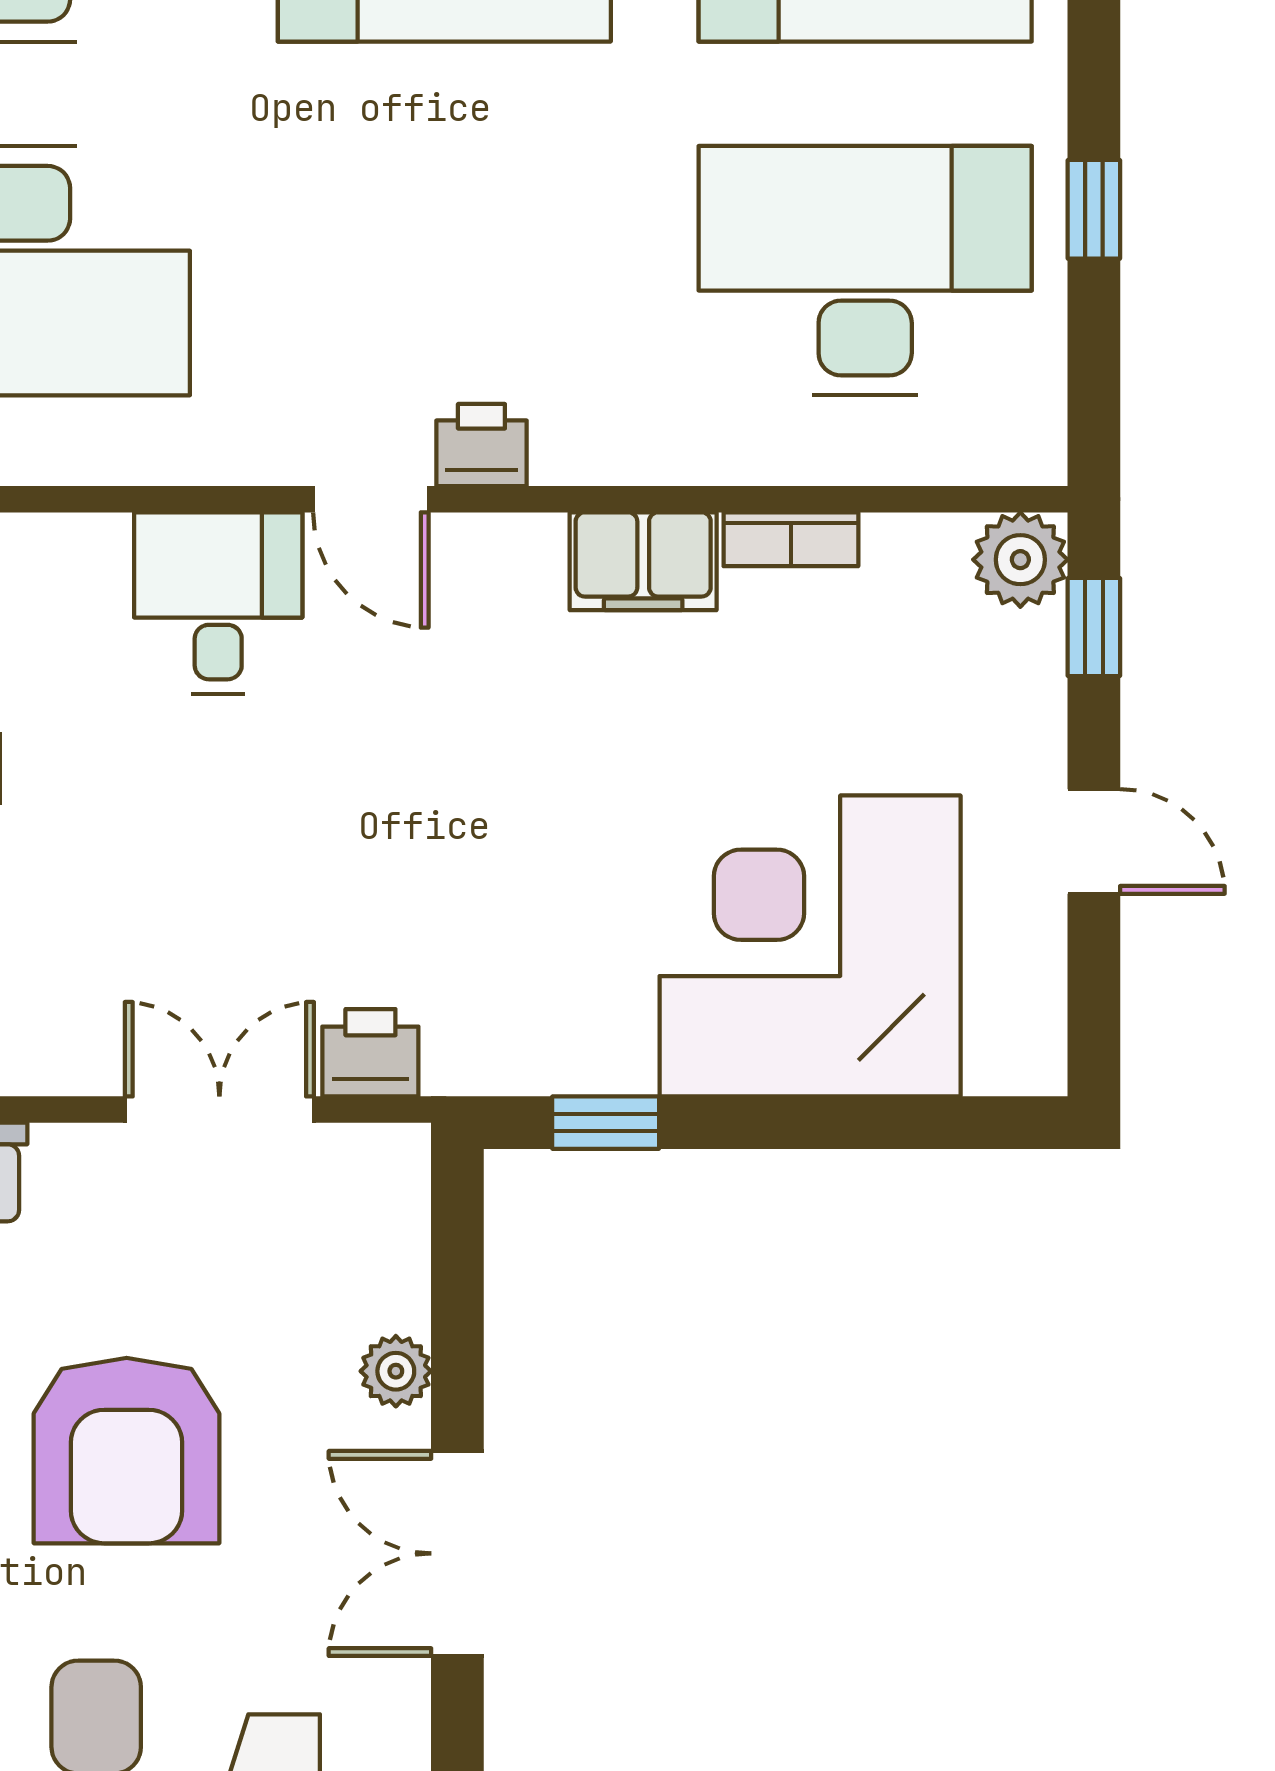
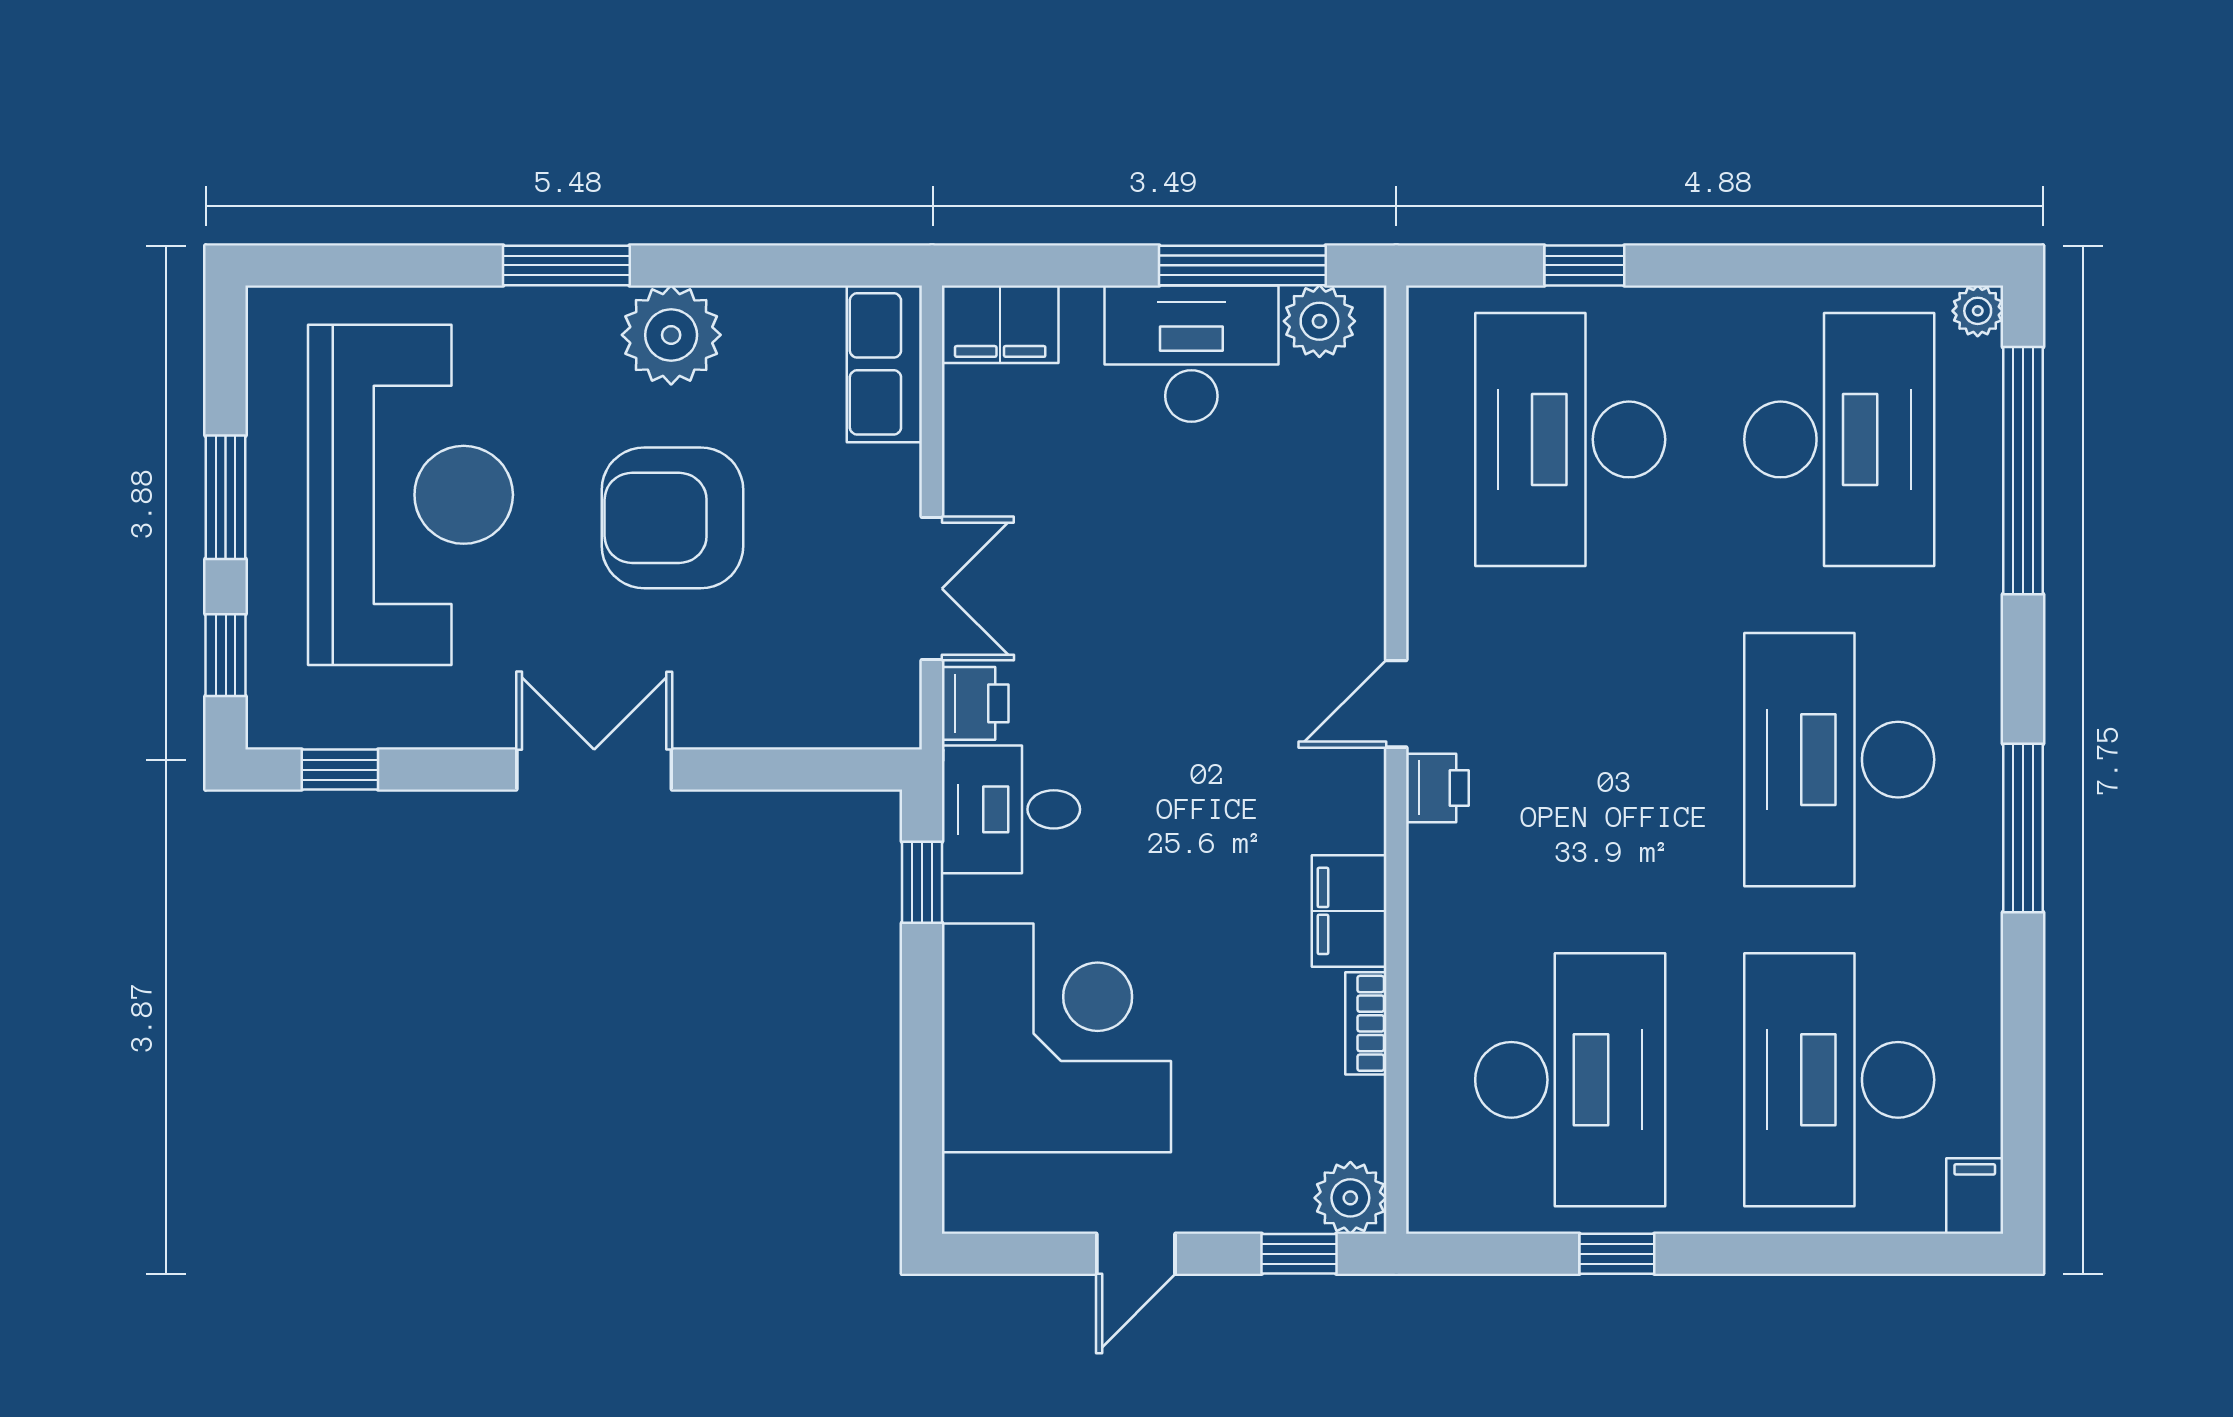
desk: (218, 603) -> (1011, 809), moved, turned 180
plant: (396, 1371) -> (733, 723), removed

